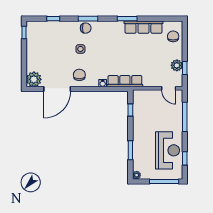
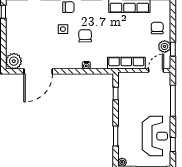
chair: (173, 36) -> (157, 28), moved
chair: (79, 75) -> (85, 36), moved
row of seats: (125, 81) -> (126, 63), moved
door: (169, 88) -> (156, 71), swing flipped

